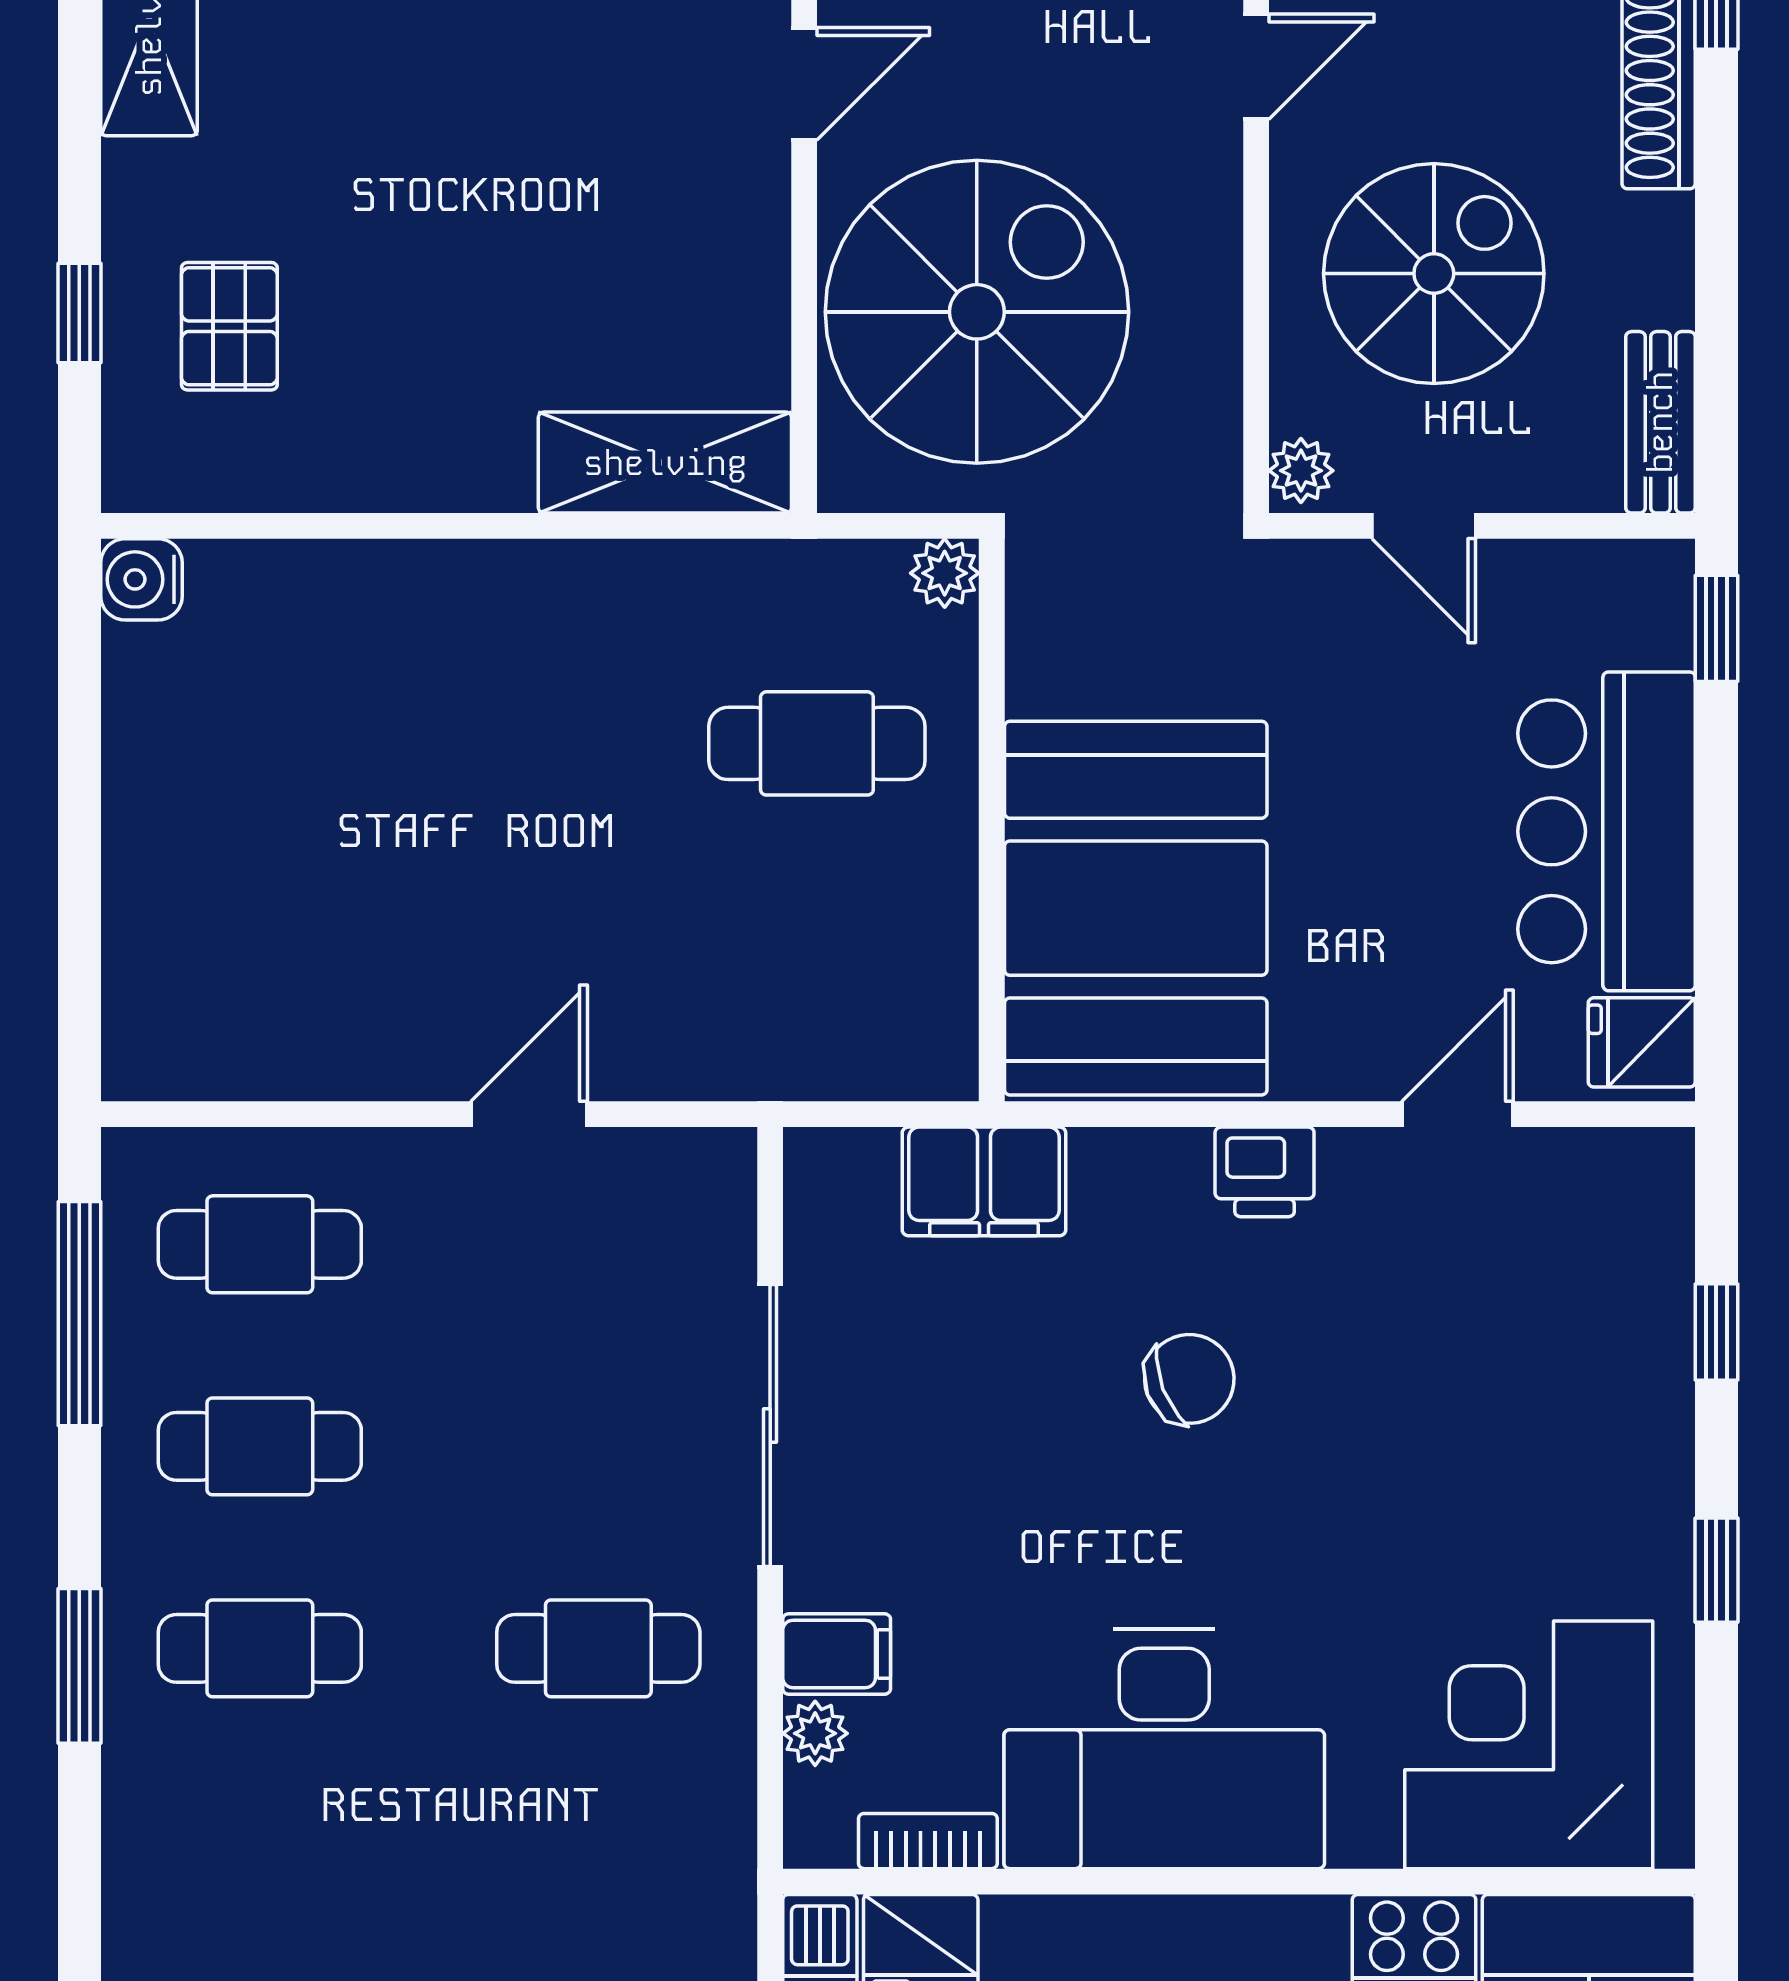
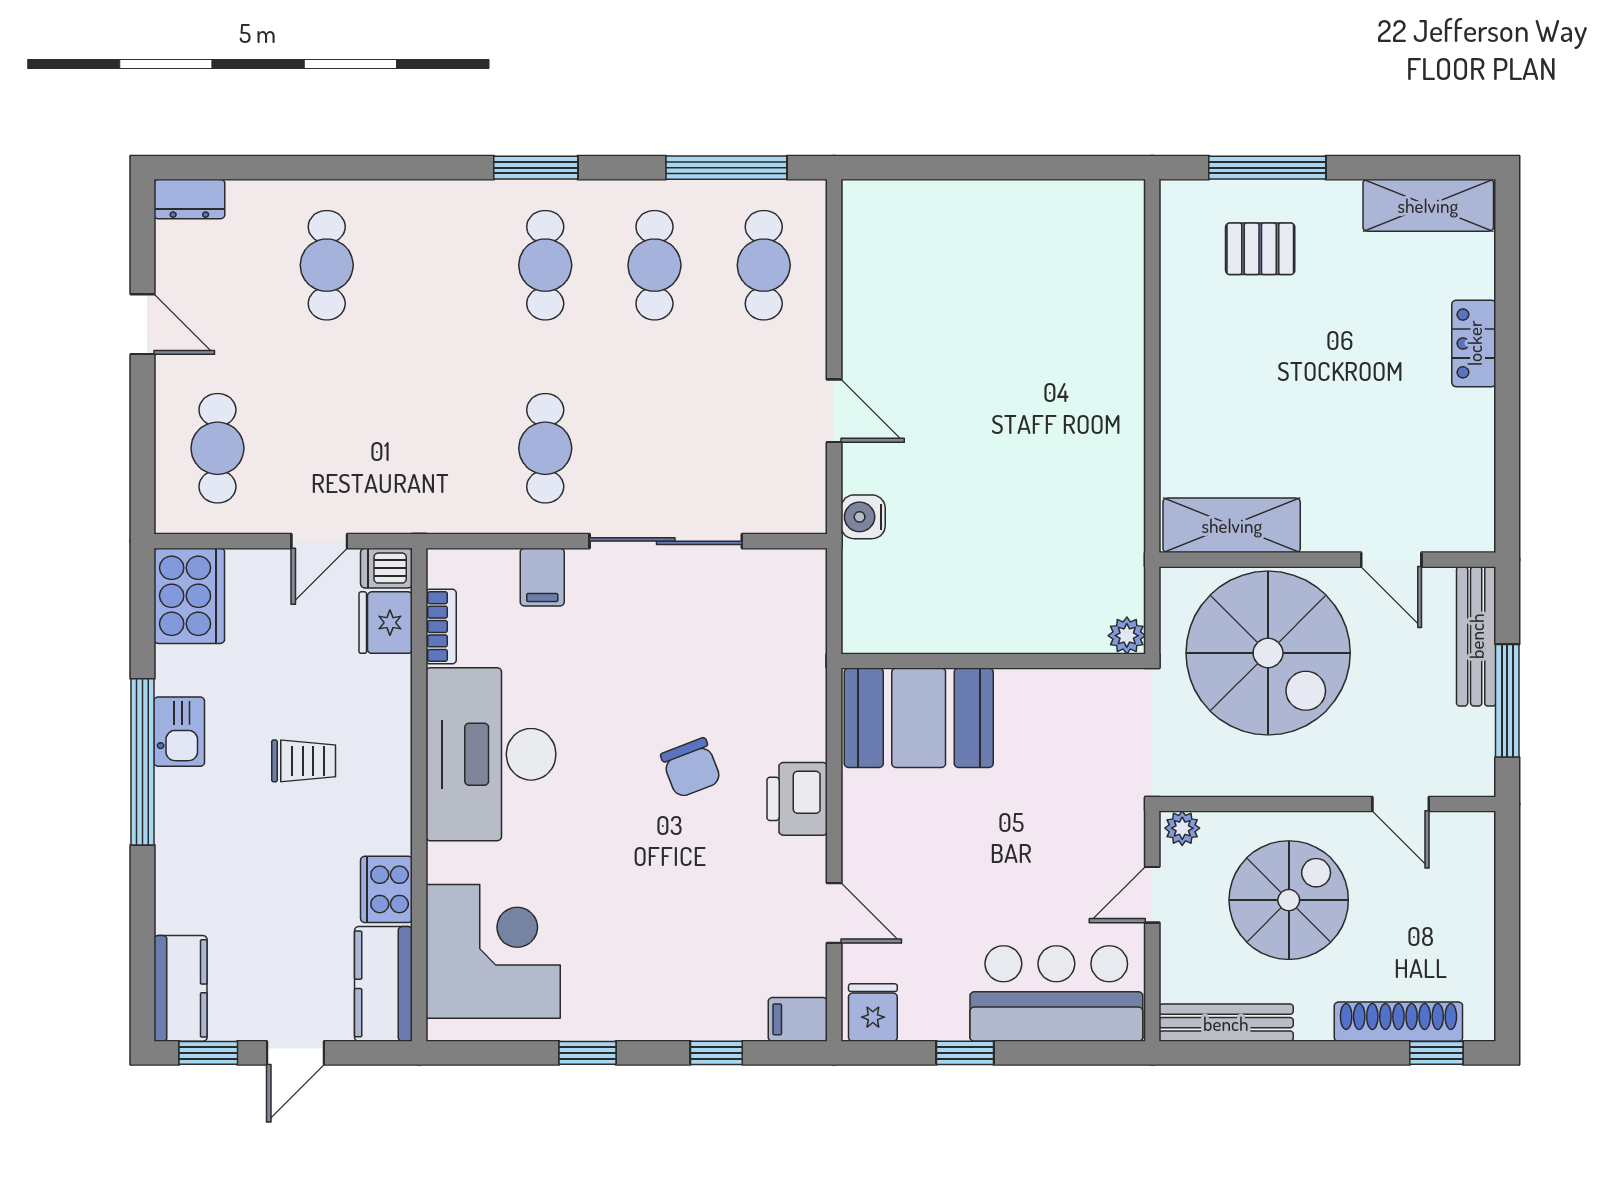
spiral stairs: (1434, 274) -> (1289, 900), turned -90
window: (79, 313) -> (1267, 168), width x2.17
bench: (1660, 422) -> (1226, 1023), width x1.36
shelving: (665, 463) -> (1232, 525), moved, turned 90
water cooler: (142, 579) -> (863, 517), moved, turned -90
window: (1716, 628) -> (965, 1053), moved
cafe table: (817, 743) -> (1035, 566), removed
bar counter: (1607, 831) -> (1056, 993), moved
booth: (1136, 908) -> (919, 718), width x0.73, depth x0.70
printer: (1265, 1172) -> (797, 799), width x1.36, depth x1.24
filing cabinet: (984, 1181) -> (798, 1019), moved, width x0.50
plant: (815, 1733) -> (499, 565), removed

